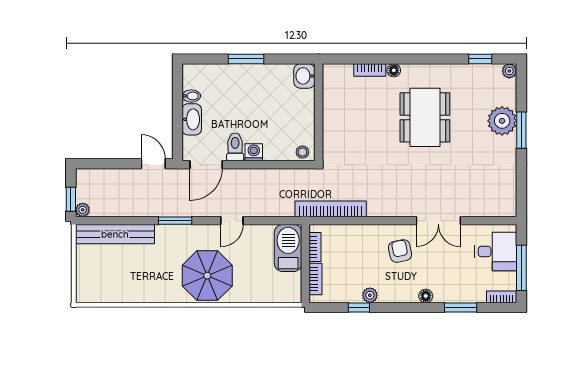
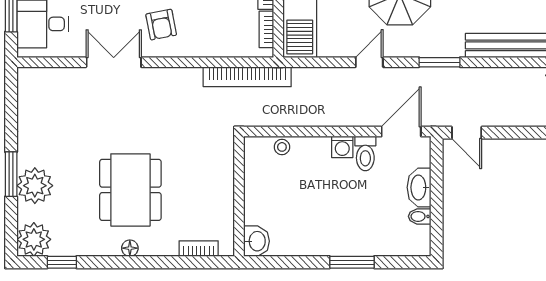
floor lamp: (394, 70) -> (130, 248), moved
plant: (509, 71) -> (34, 239), width x1.88, depth x1.88
washbasin: (304, 76) -> (256, 241), moved
wall: (319, 112) -> (239, 196), moved

